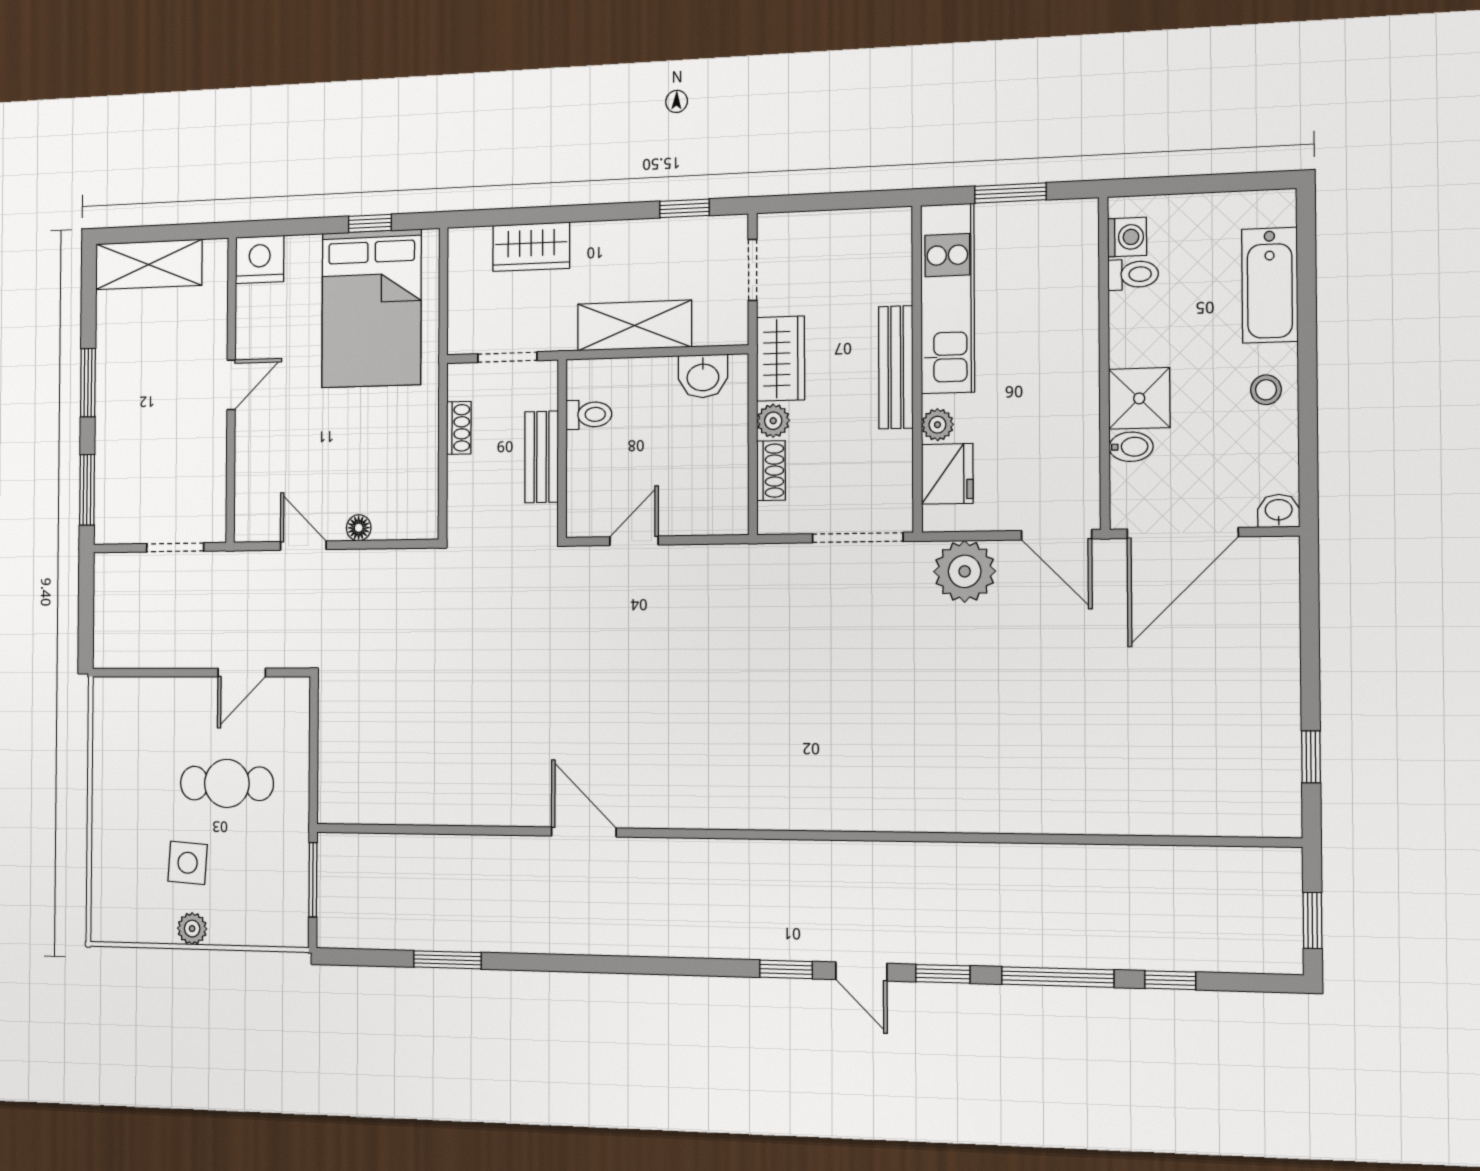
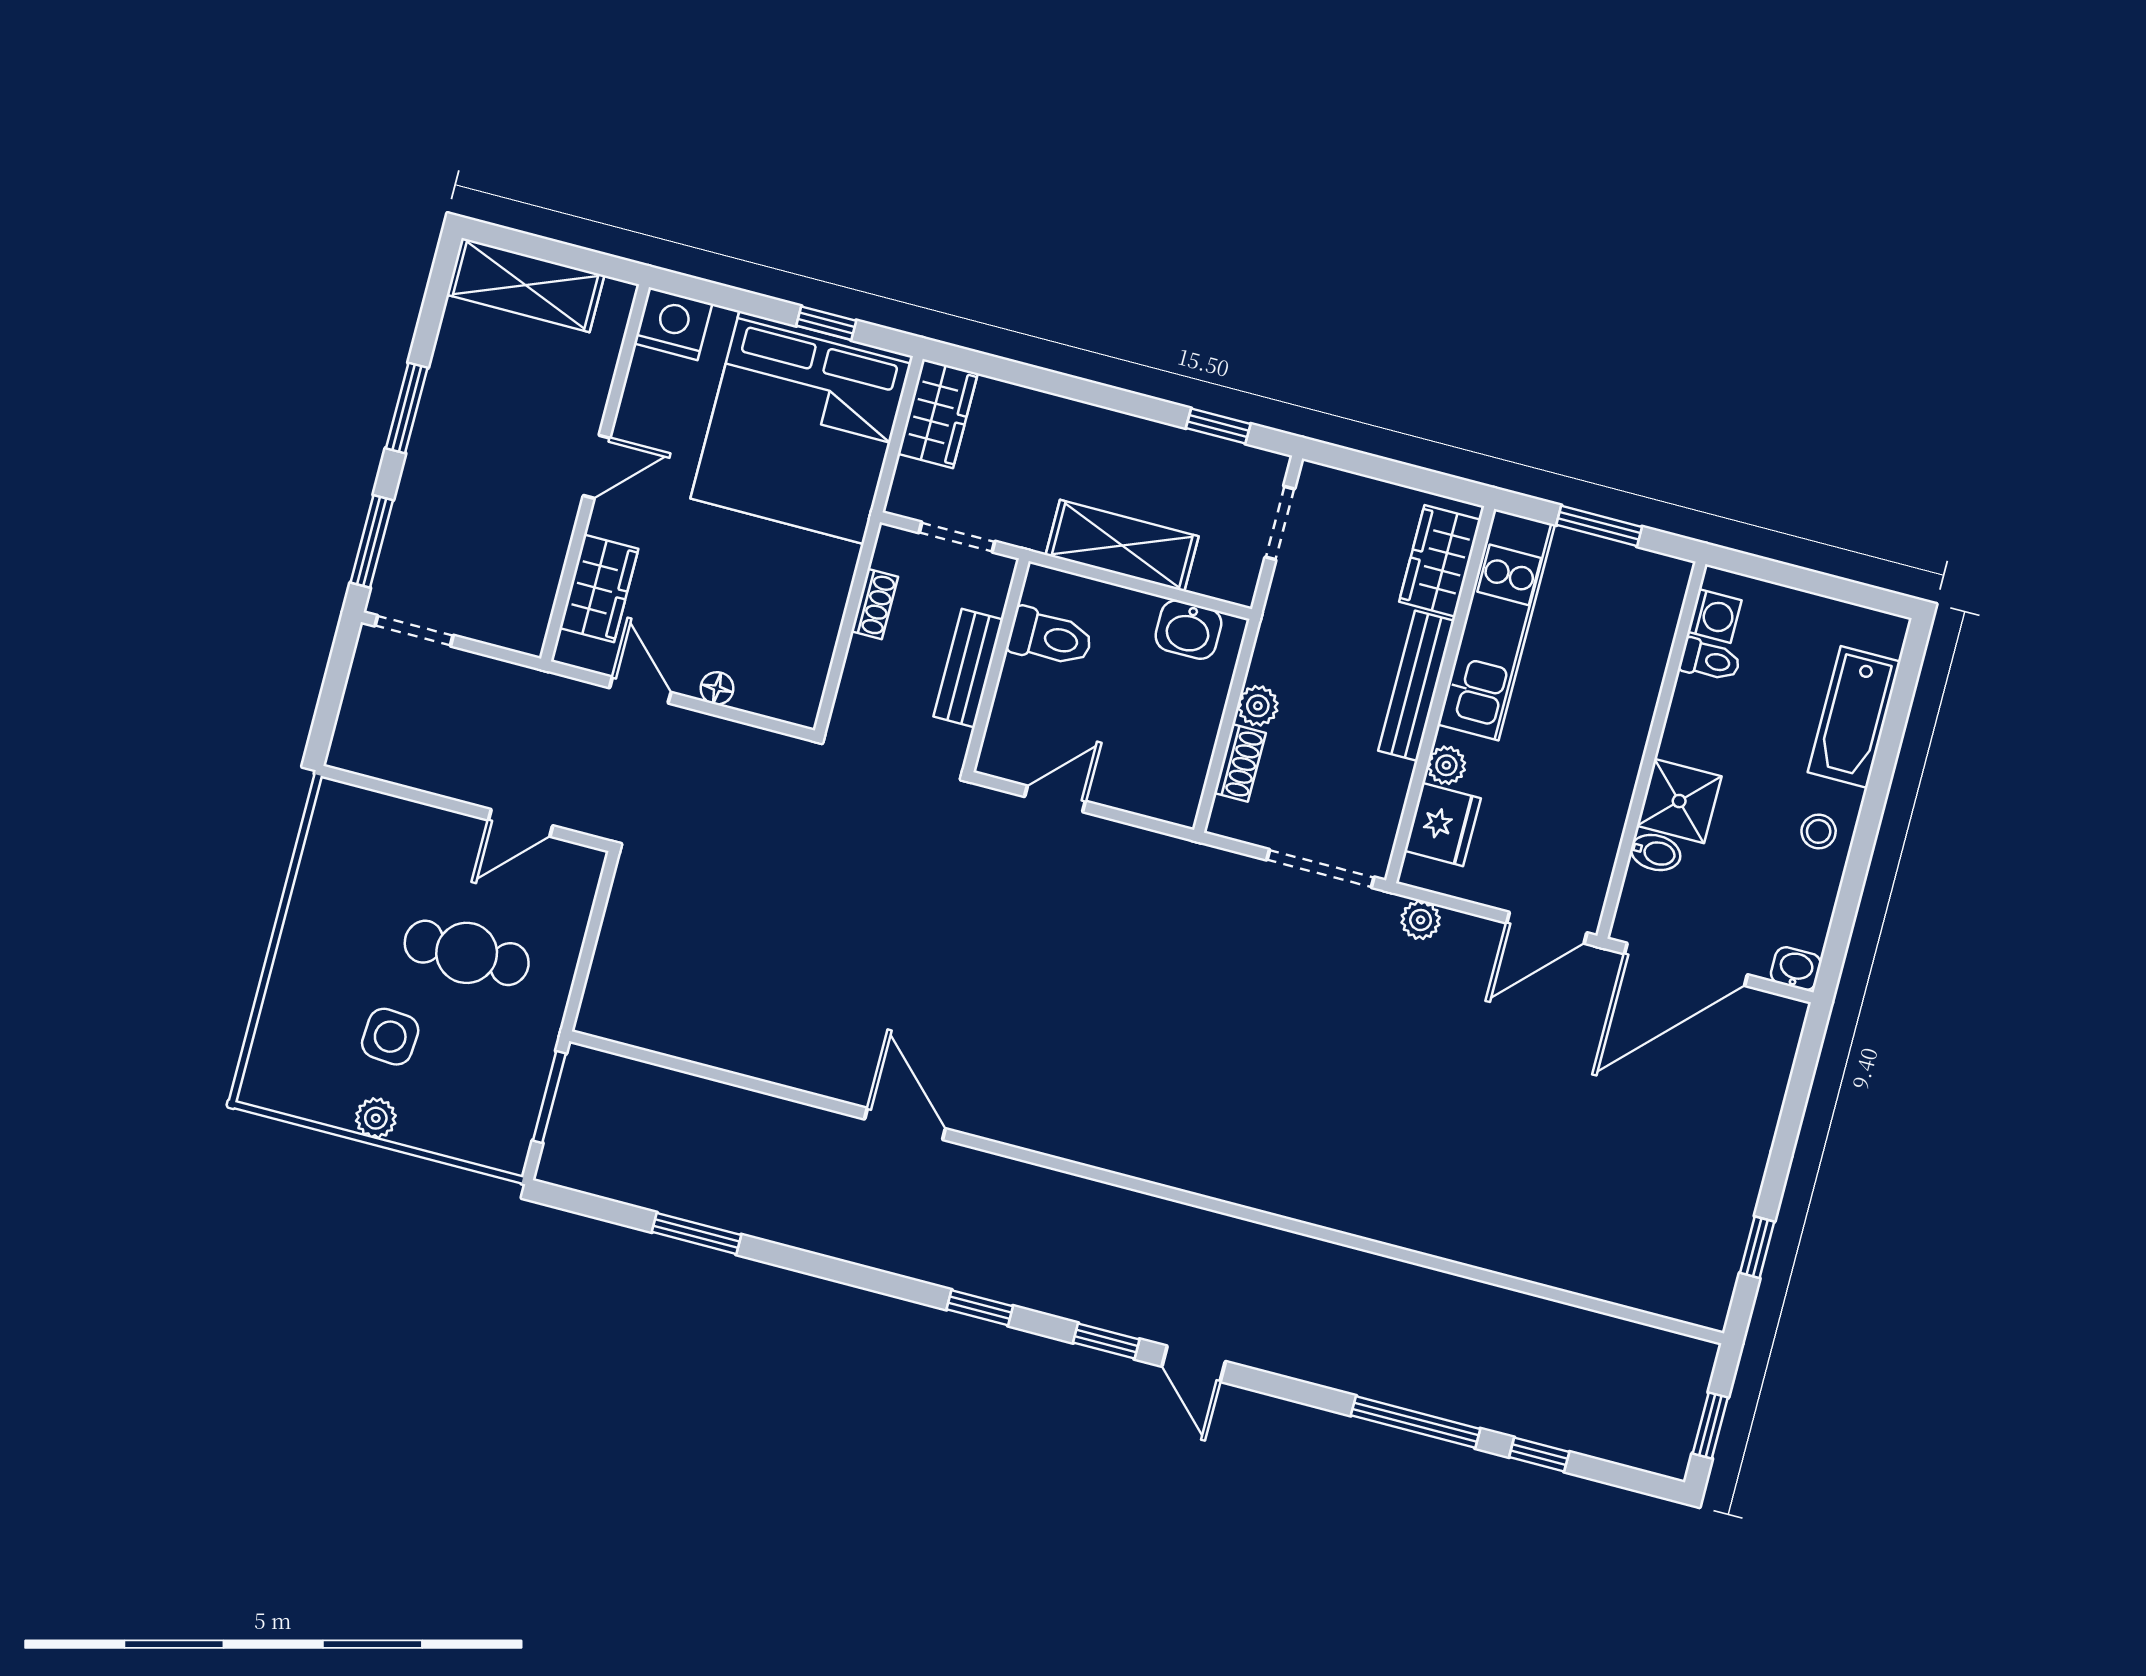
wardrobe: (531, 247) -> (938, 413), moved, turned -90
bed: (371, 309) -> (802, 427), width x1.36
wardrobe: (781, 359) -> (1440, 561), moved, turned 180
toilet: (589, 415) -> (1050, 637), width x1.37, depth x1.39
wardrobe: (255, 477) -> (599, 588), added
door: (1056, 535) -> (1547, 928), hinge flipped
doorway: (175, 547) -> (414, 631), moved
plant: (965, 571) -> (1421, 920), width x0.53, depth x0.53
window: (943, 974) -> (980, 1308), moved

